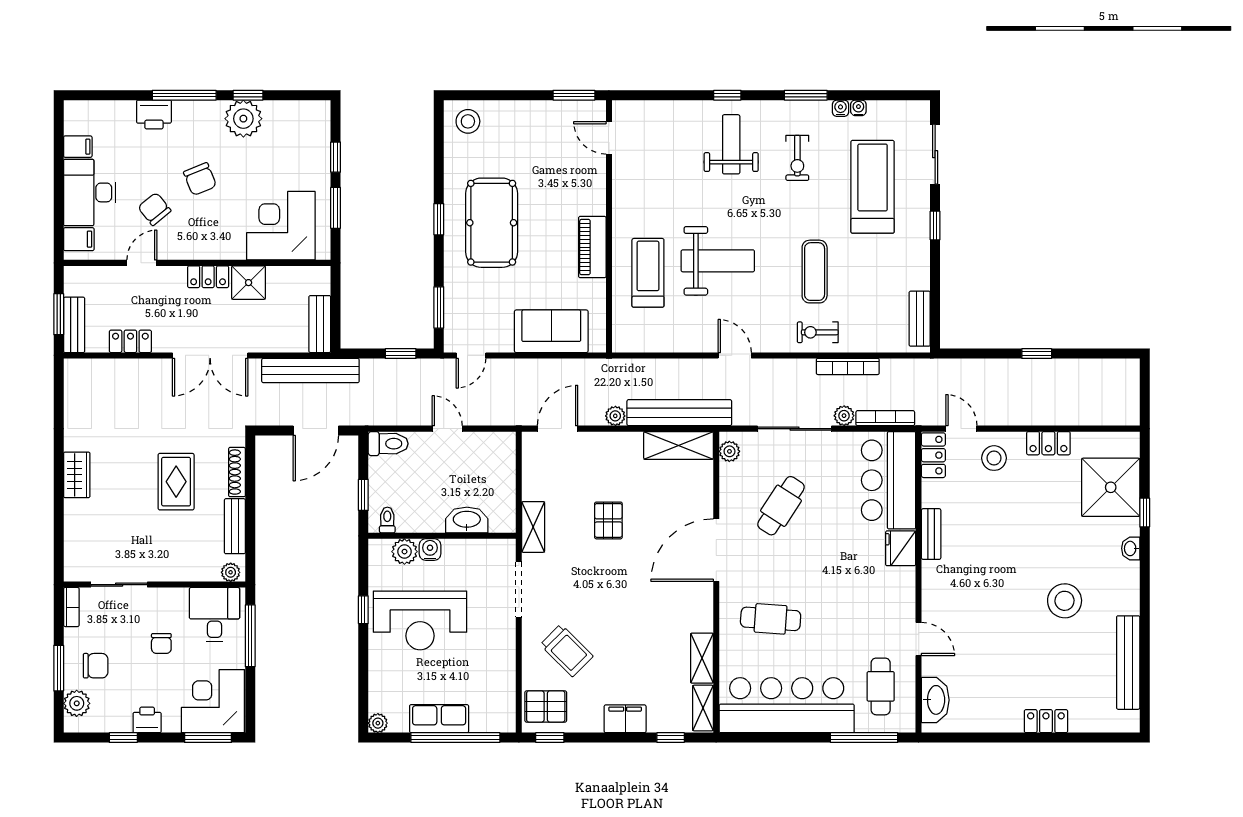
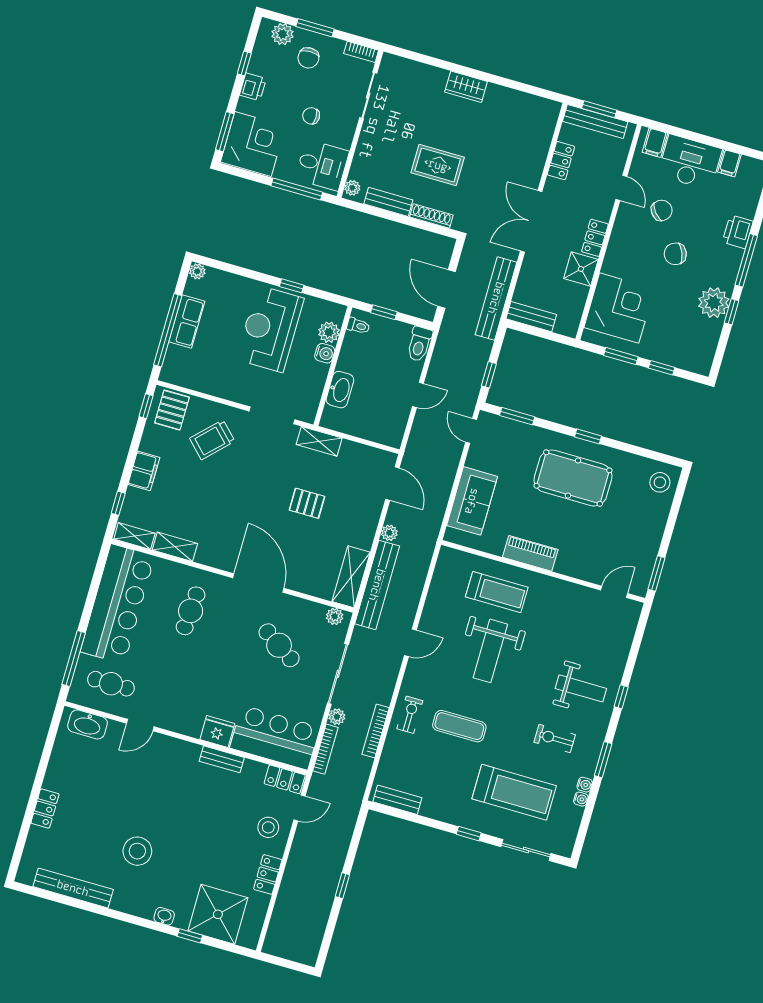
bench: (74, 325) -> (595, 121), width x1.36

